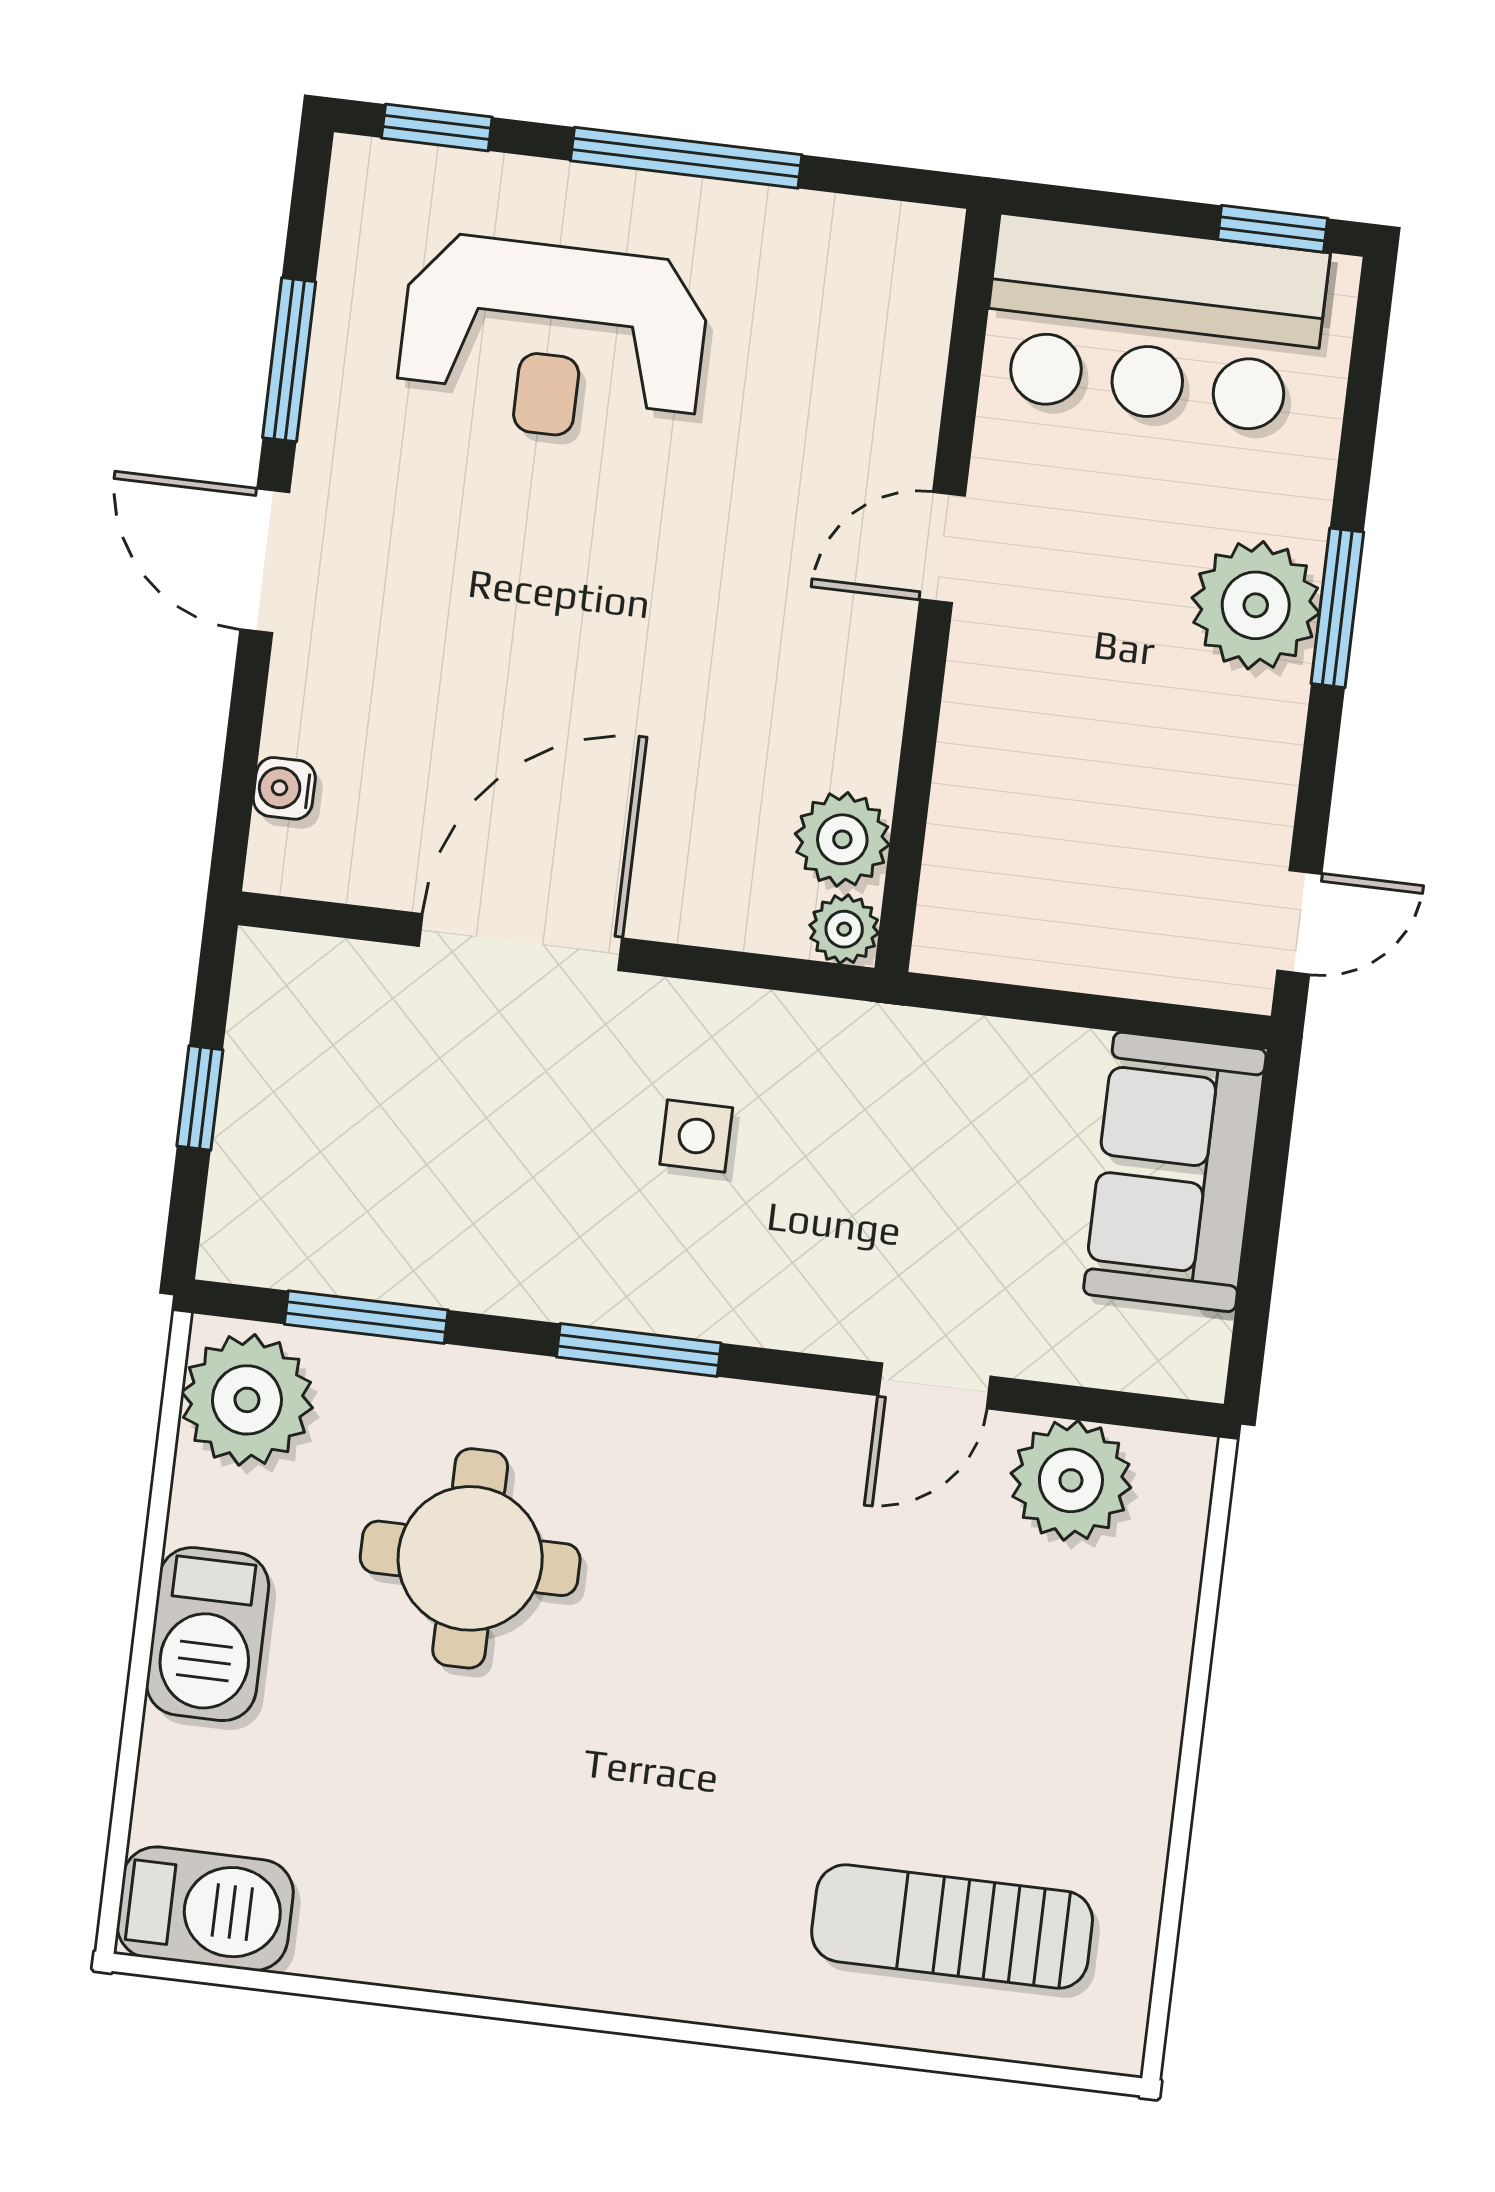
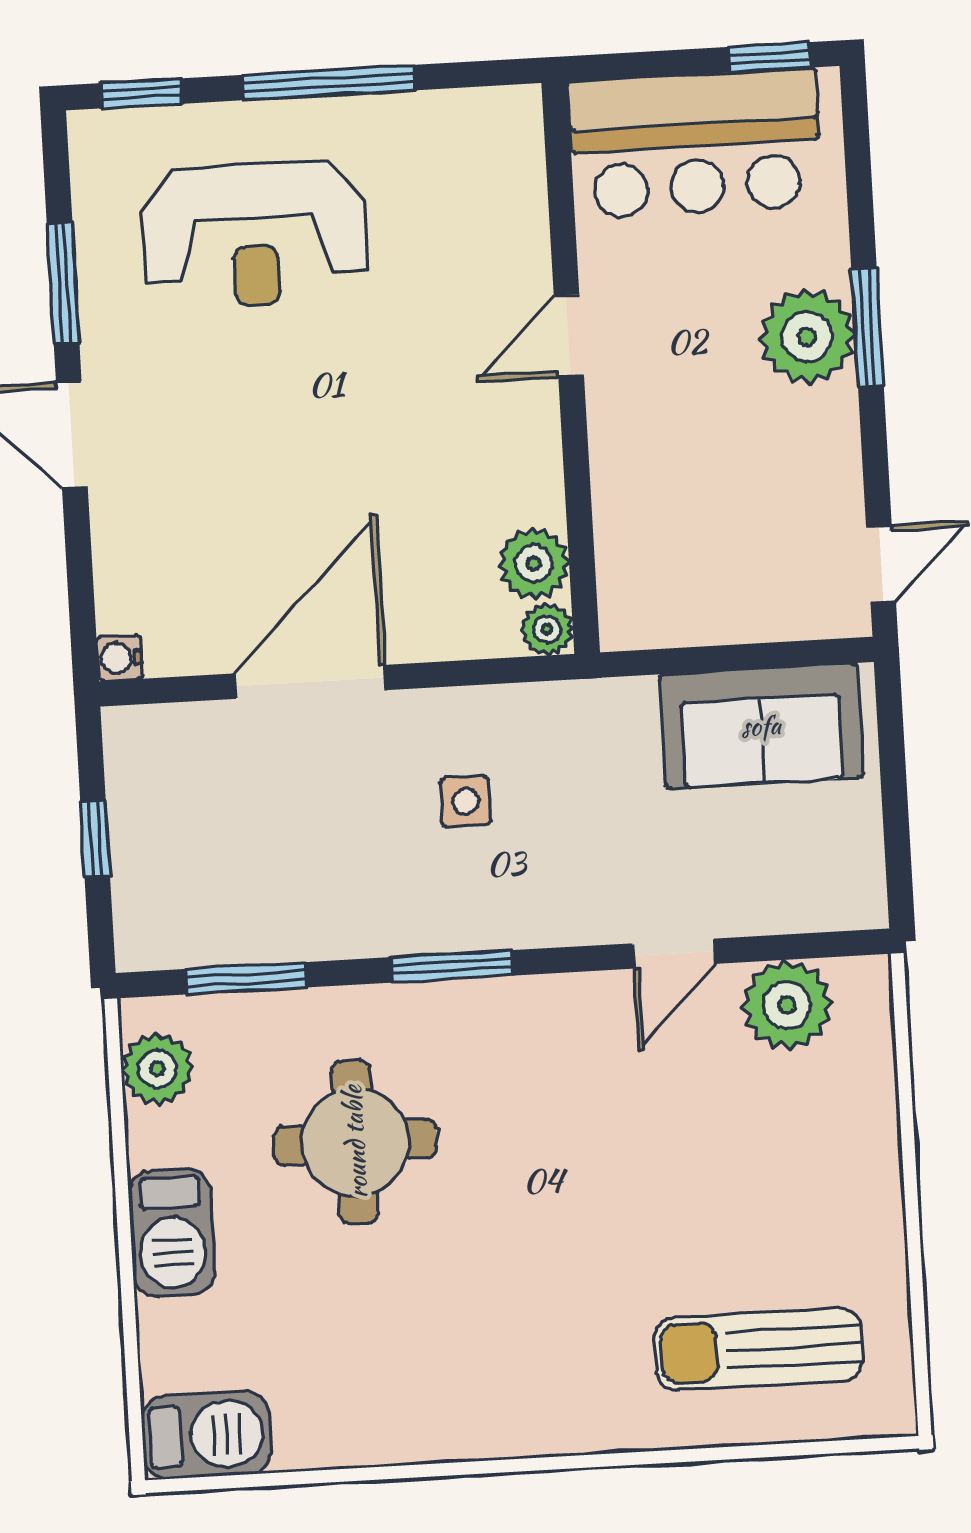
water cooler: (284, 788) -> (120, 658), moved
sofa: (1175, 1172) -> (761, 726), moved, turned -90
plant: (247, 1400) -> (157, 1069), width x0.73, depth x0.73

